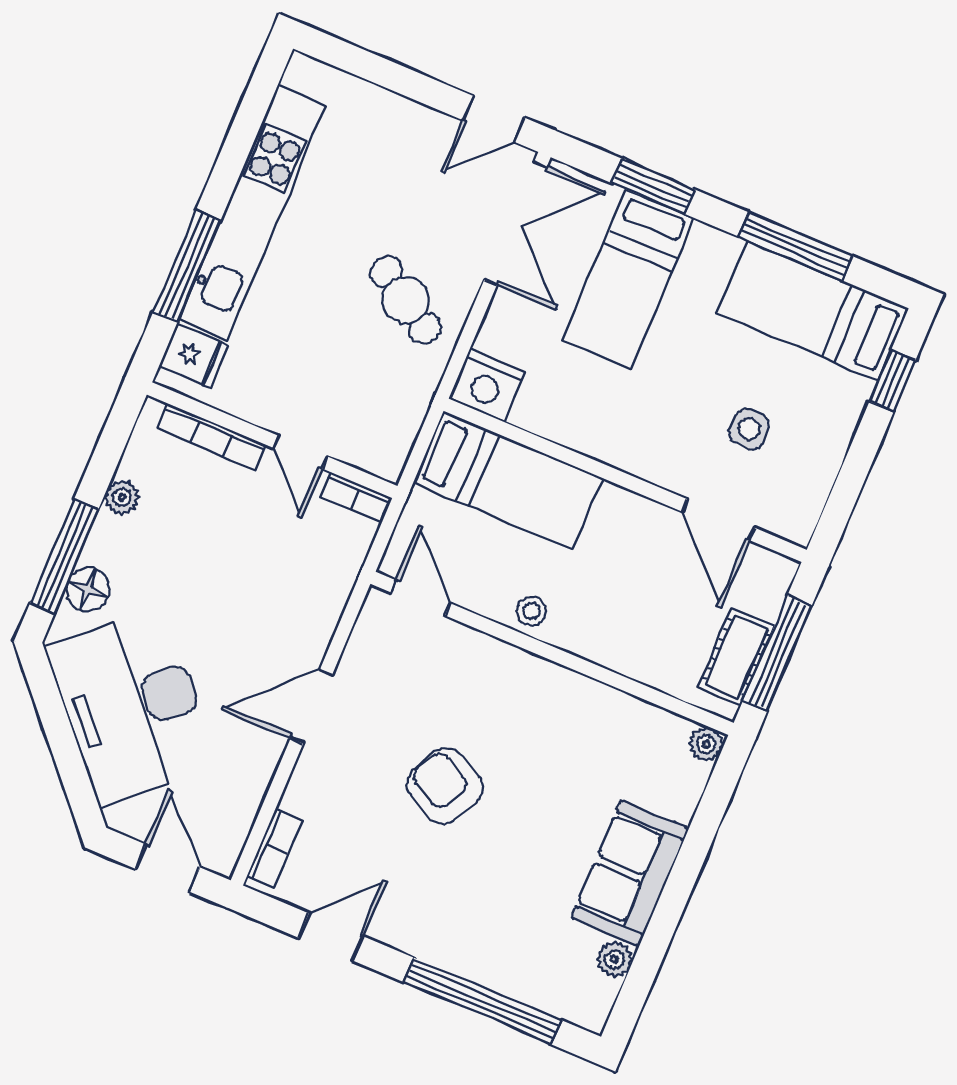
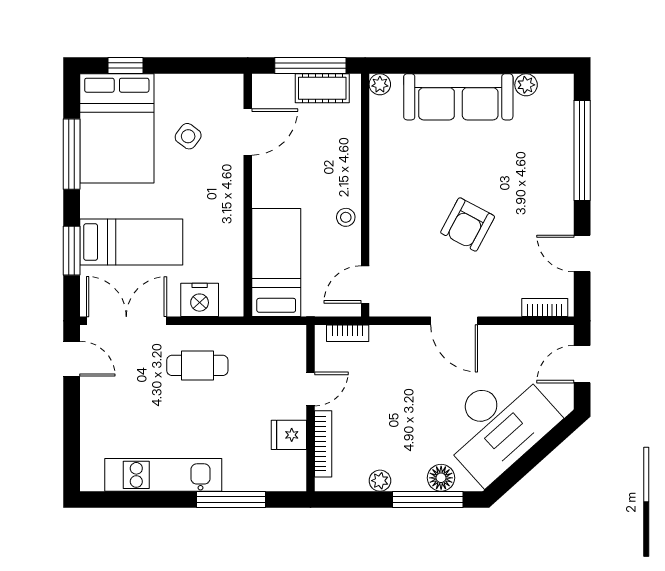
kitchen unit: (252, 213) -> (163, 475), width x0.73
cafe table: (406, 300) -> (197, 365), turned 57
bed: (813, 311) -> (117, 128), width x1.50
fridge: (194, 356) -> (289, 435), moved, turned -90
nightstand: (487, 385) -> (200, 300), moved, turned 90
side table: (749, 429) -> (188, 136), turned 37
bookcase: (356, 497) -> (348, 333), moved, turned 90
sofa: (630, 873) -> (458, 97), width x1.36

